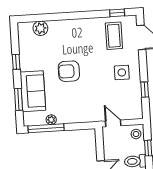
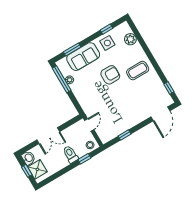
coffee table: (114, 36) -> (138, 71), moved
window: (16, 62) -> (106, 29), moved
armchair: (69, 71) -> (110, 75), turned 90
side table: (122, 72) -> (107, 43), moved

